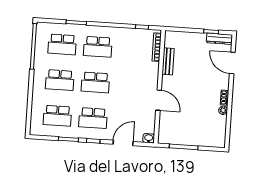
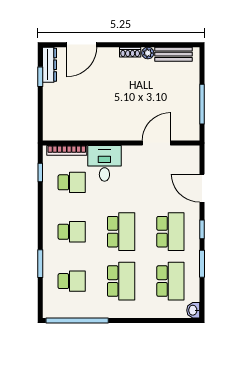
school desk: (62, 44) -> (72, 281), width x0.54
school desk: (98, 47) -> (72, 232), width x0.54
school desk: (133, 49) -> (72, 182), added
bench: (168, 61) -> (174, 54), moved
desk: (146, 74) -> (104, 163), added
door: (159, 100) -> (156, 143), moved
washbasin: (149, 138) -> (193, 310), moved

